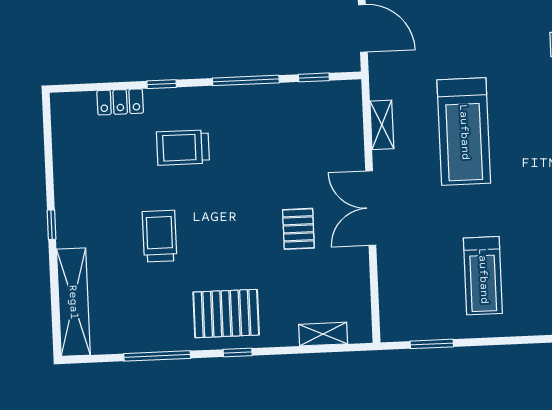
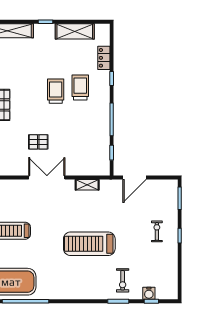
treadmill: (464, 132) -> (89, 244), moved
shelving: (69, 164) -> (75, 31), added
trolley: (160, 236) -> (56, 91), moved, turned -90

